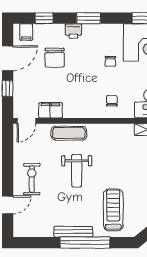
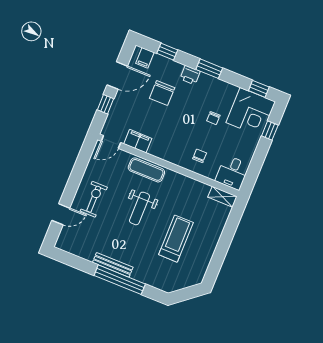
treadmill: (113, 210) -> (176, 239), moved

